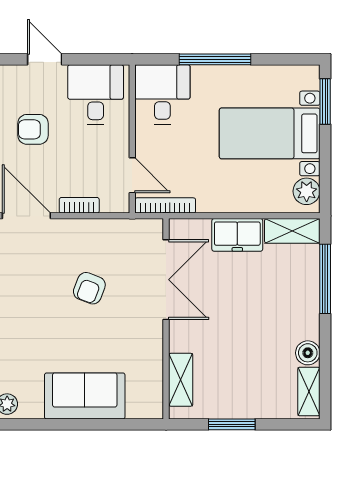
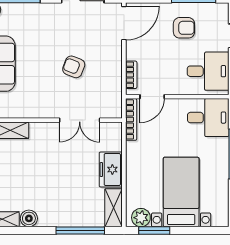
window: (325, 102) -> (154, 230), moved
armchair: (33, 129) -> (184, 28), turned 90
bookcase: (79, 205) -> (131, 75), moved
double door: (166, 280) -> (80, 120), width x0.73

